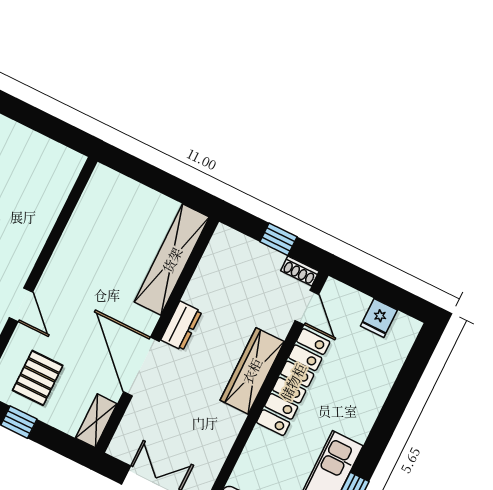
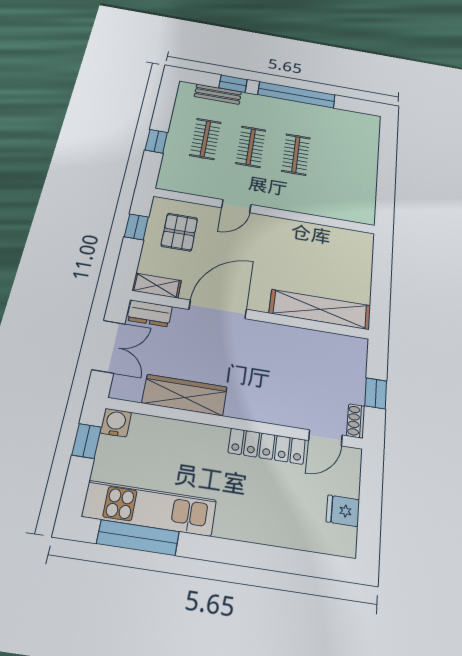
dresser: (181, 326) -> (150, 313), moved
wardrobe: (252, 371) -> (185, 395), moved
pallet: (38, 378) -> (179, 232), turned 90
locker: (293, 382) -> (267, 446), width x0.71, depth x0.83

